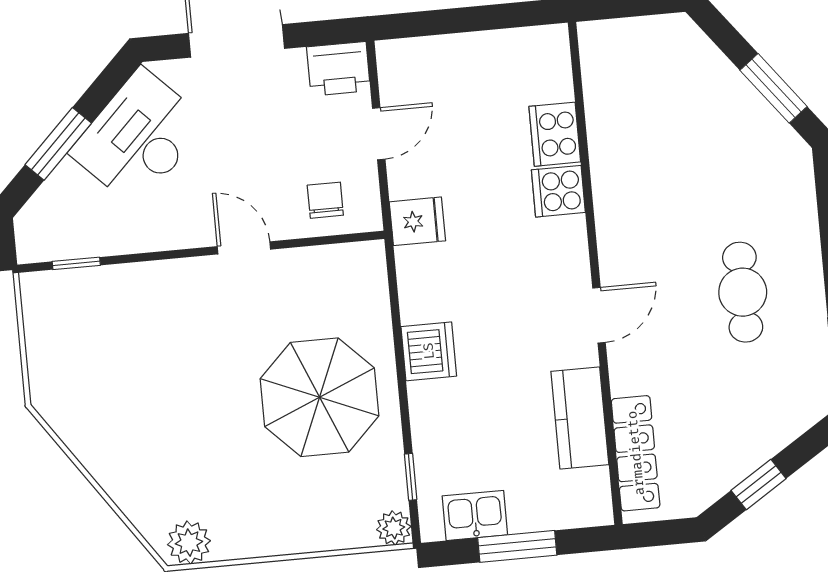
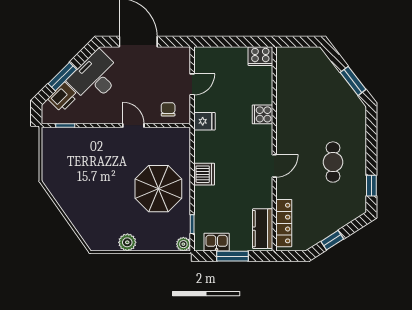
printer: (338, 69) -> (63, 97), moved, turned -45
cooker: (555, 134) -> (260, 56), moved, turned -90
kitchen counter: (580, 418) -> (263, 229), moved
plant: (189, 543) -> (127, 242), moved

